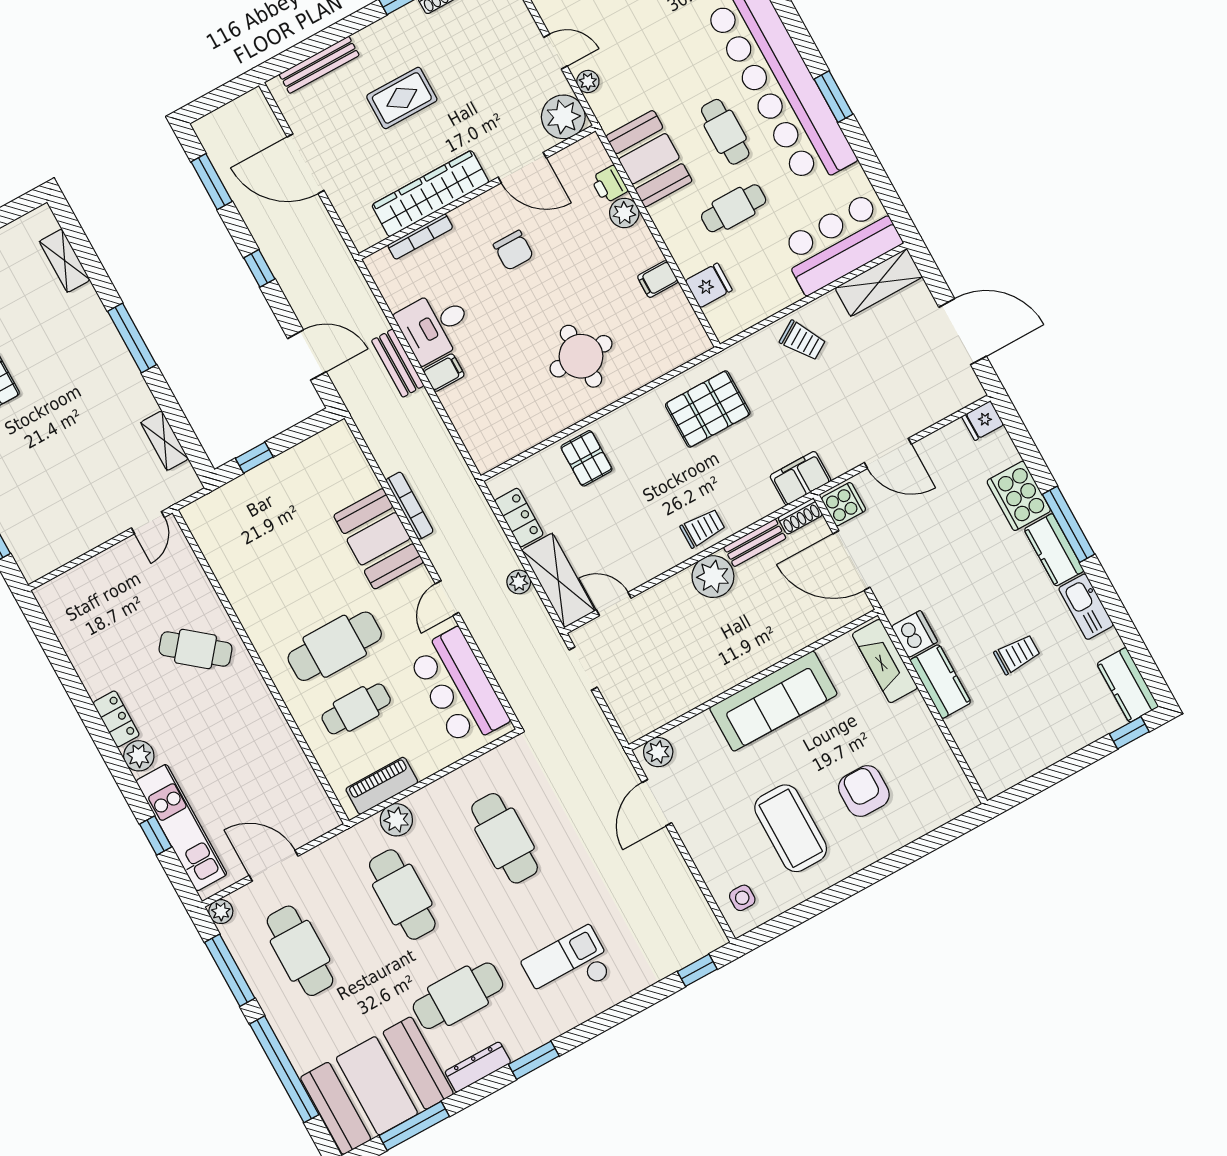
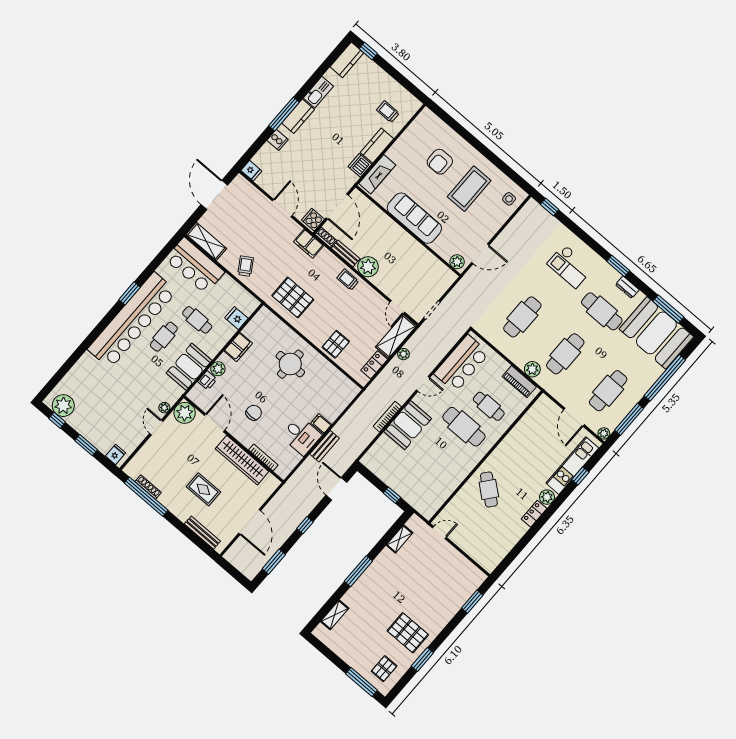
filing cabinet: (658, 279) -> (238, 347), width x2.00
cooker: (1019, 496) -> (278, 140), width x0.53, depth x0.76
trolley: (1017, 654) -> (388, 112), moved
dresser: (478, 1067) -> (627, 287), width x0.70

